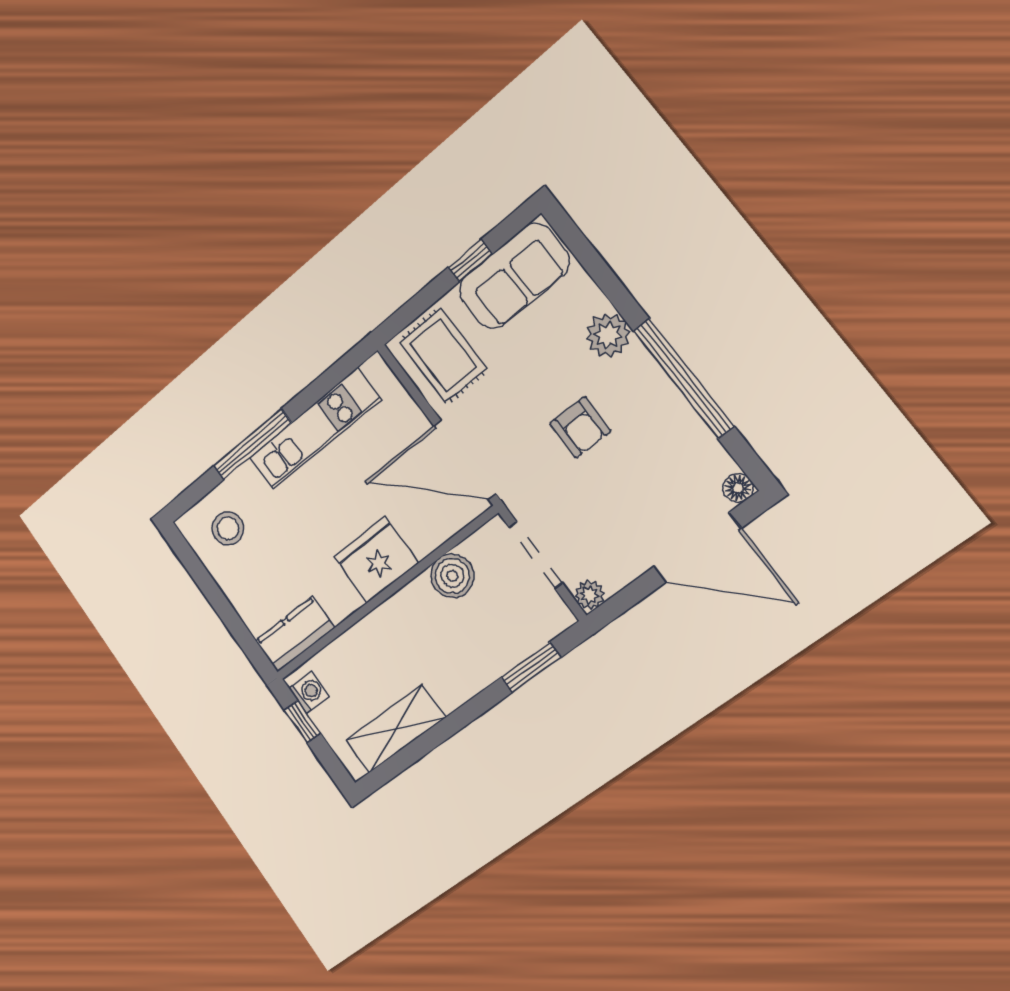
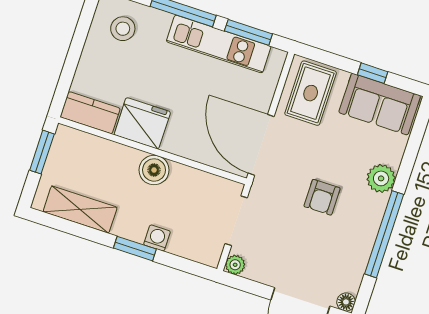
window: (324, 384) -> (248, 32), added
fridge: (376, 560) -> (142, 123), moved
boiler: (452, 576) -> (154, 170), moved
window: (531, 667) -> (135, 249), moved
washing machine: (309, 692) -> (157, 238), moved, turned -90
window: (302, 722) -> (42, 152), width x1.50

